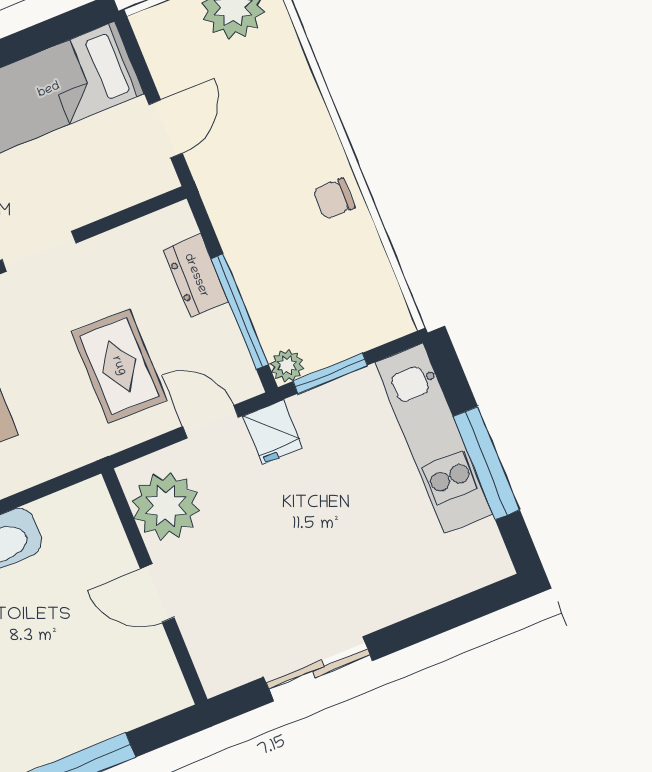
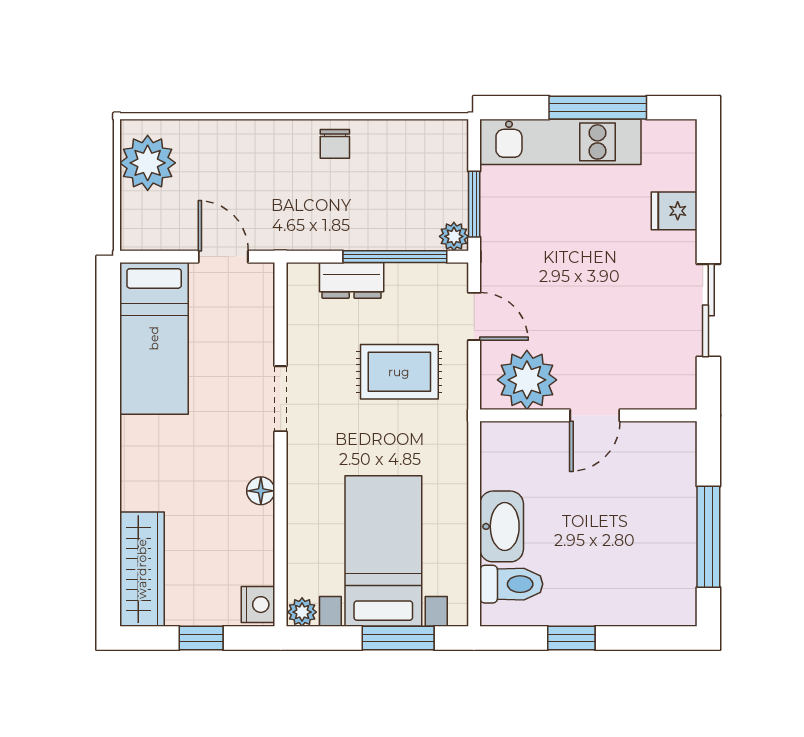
door: (211, 422) -> (474, 316), swing flipped
fridge: (273, 432) -> (674, 211), moved, turned 180

